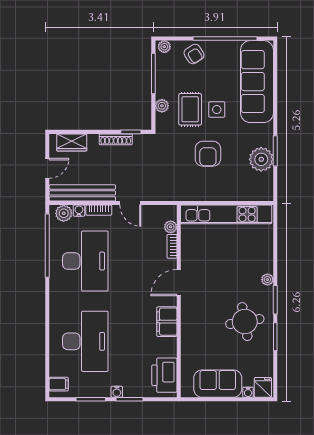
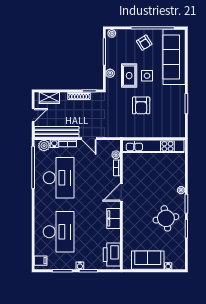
armchair: (194, 54) -> (144, 43), moved
plant: (261, 159) -> (177, 109), removed
fridge: (263, 387) -> (178, 263), removed

